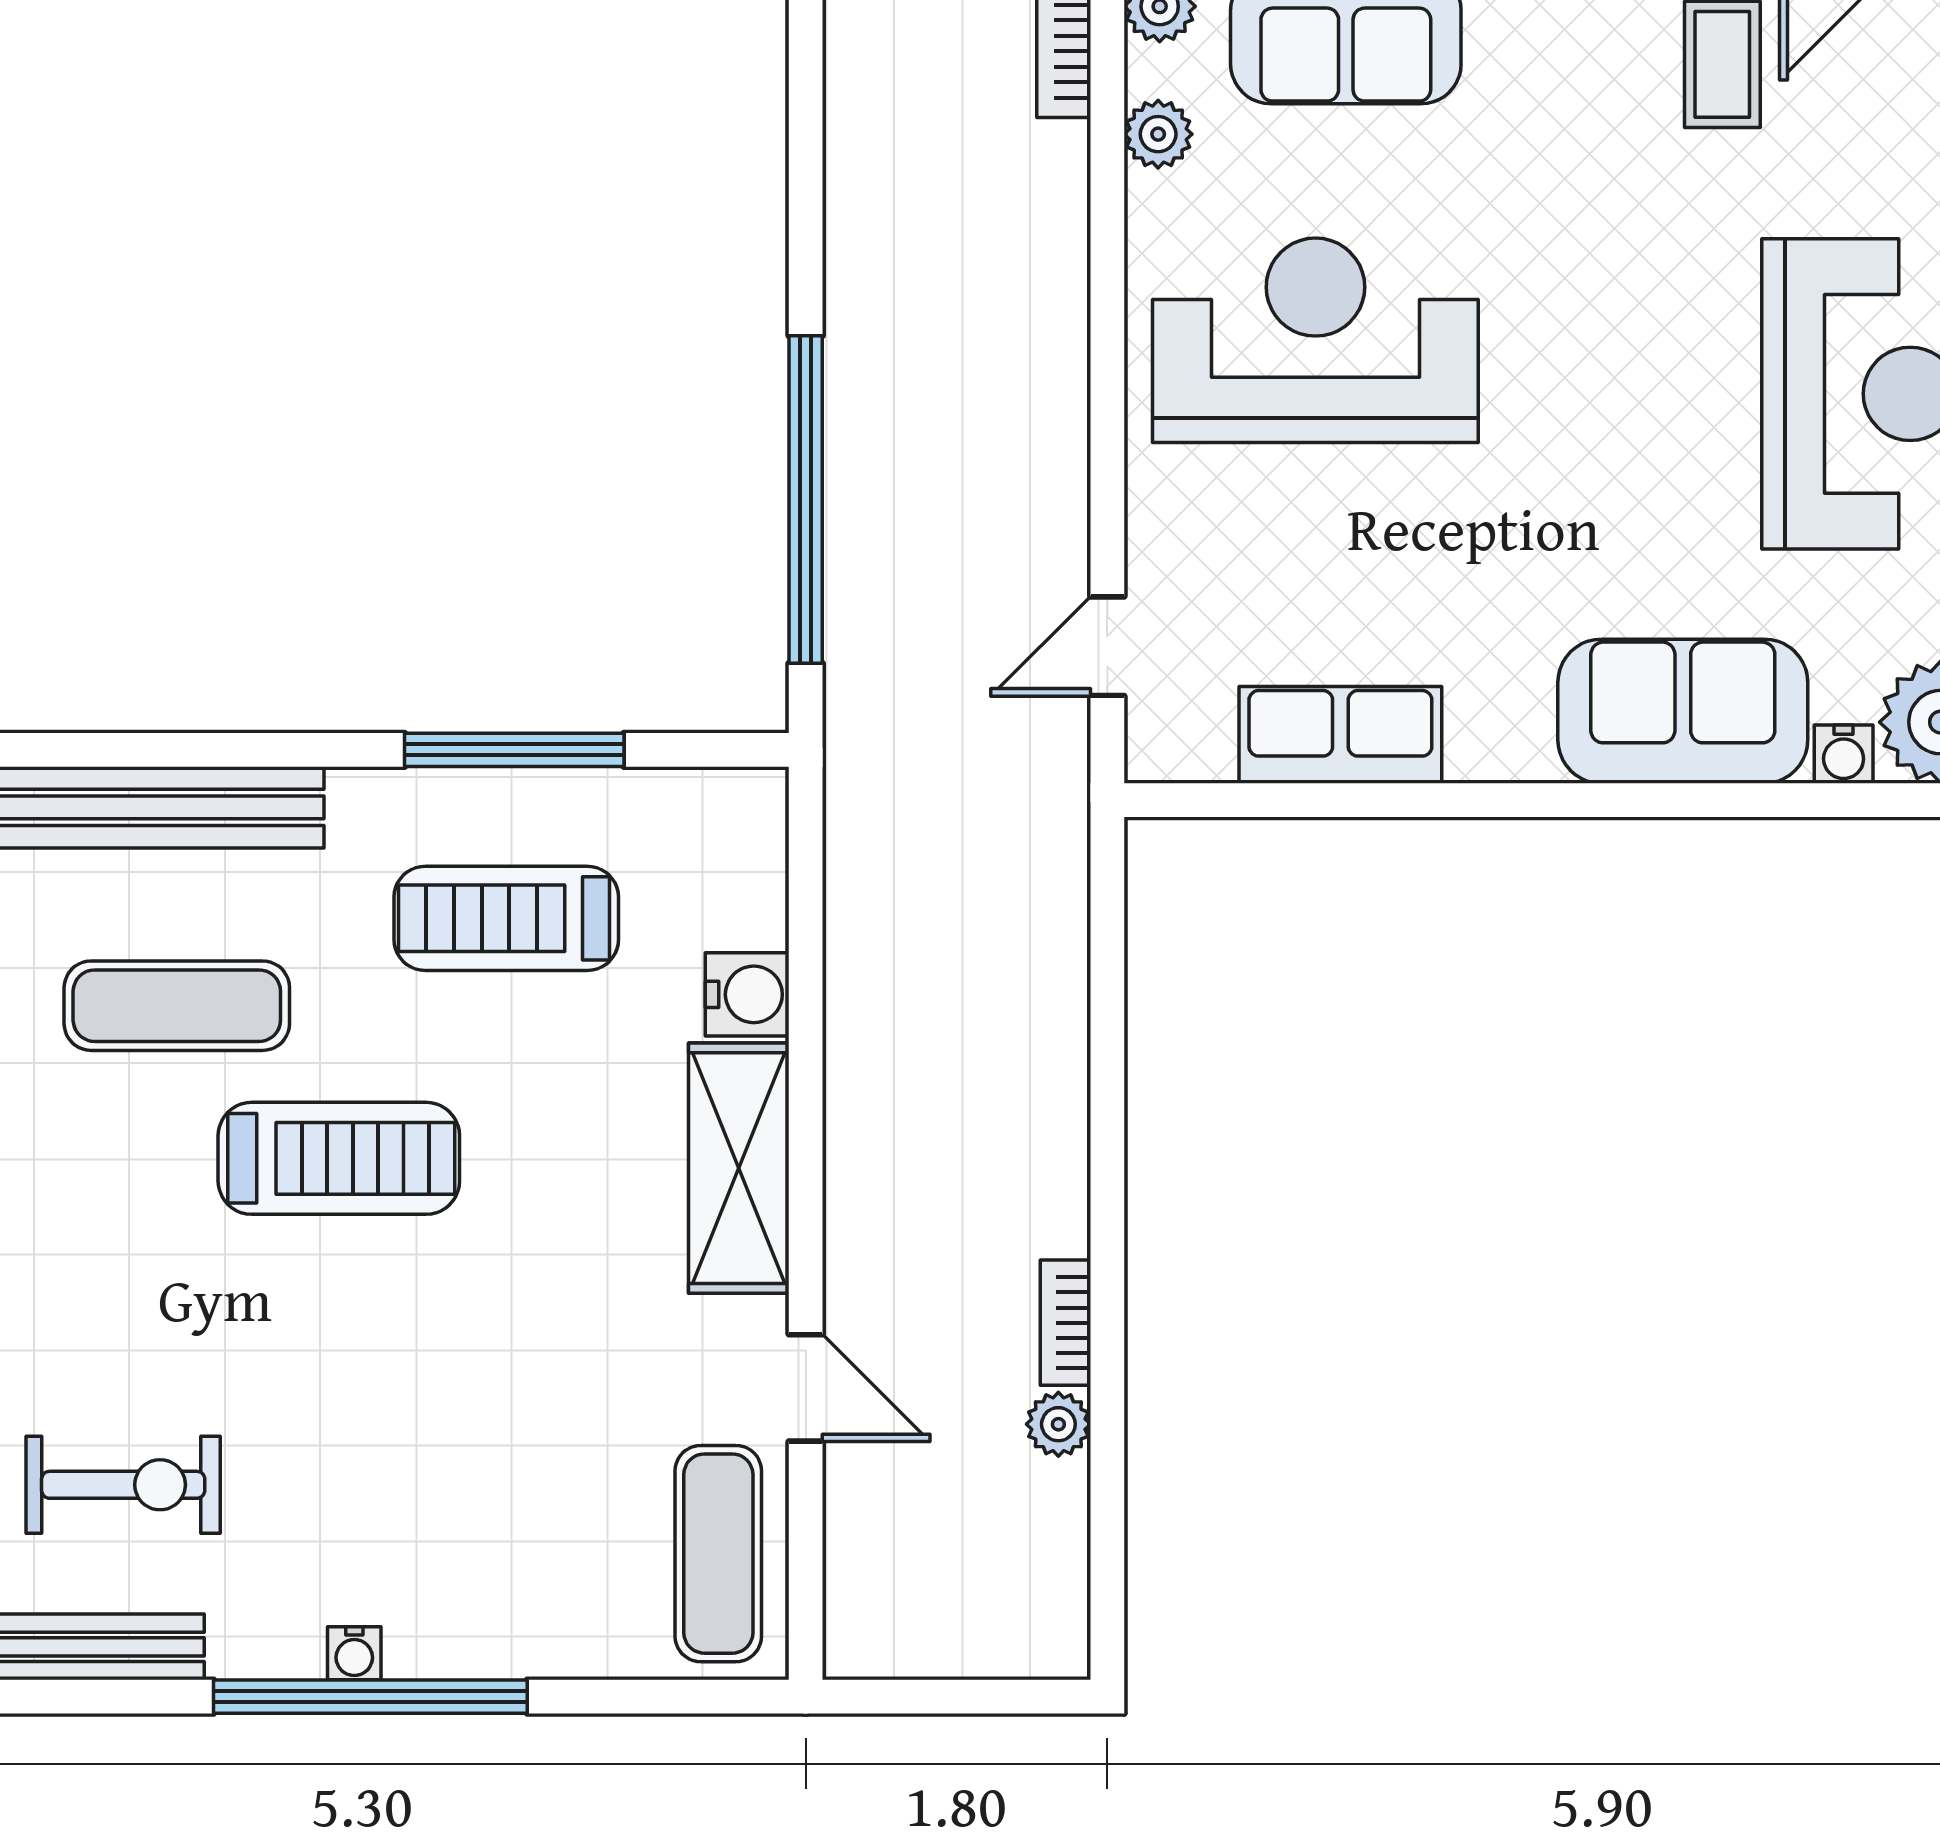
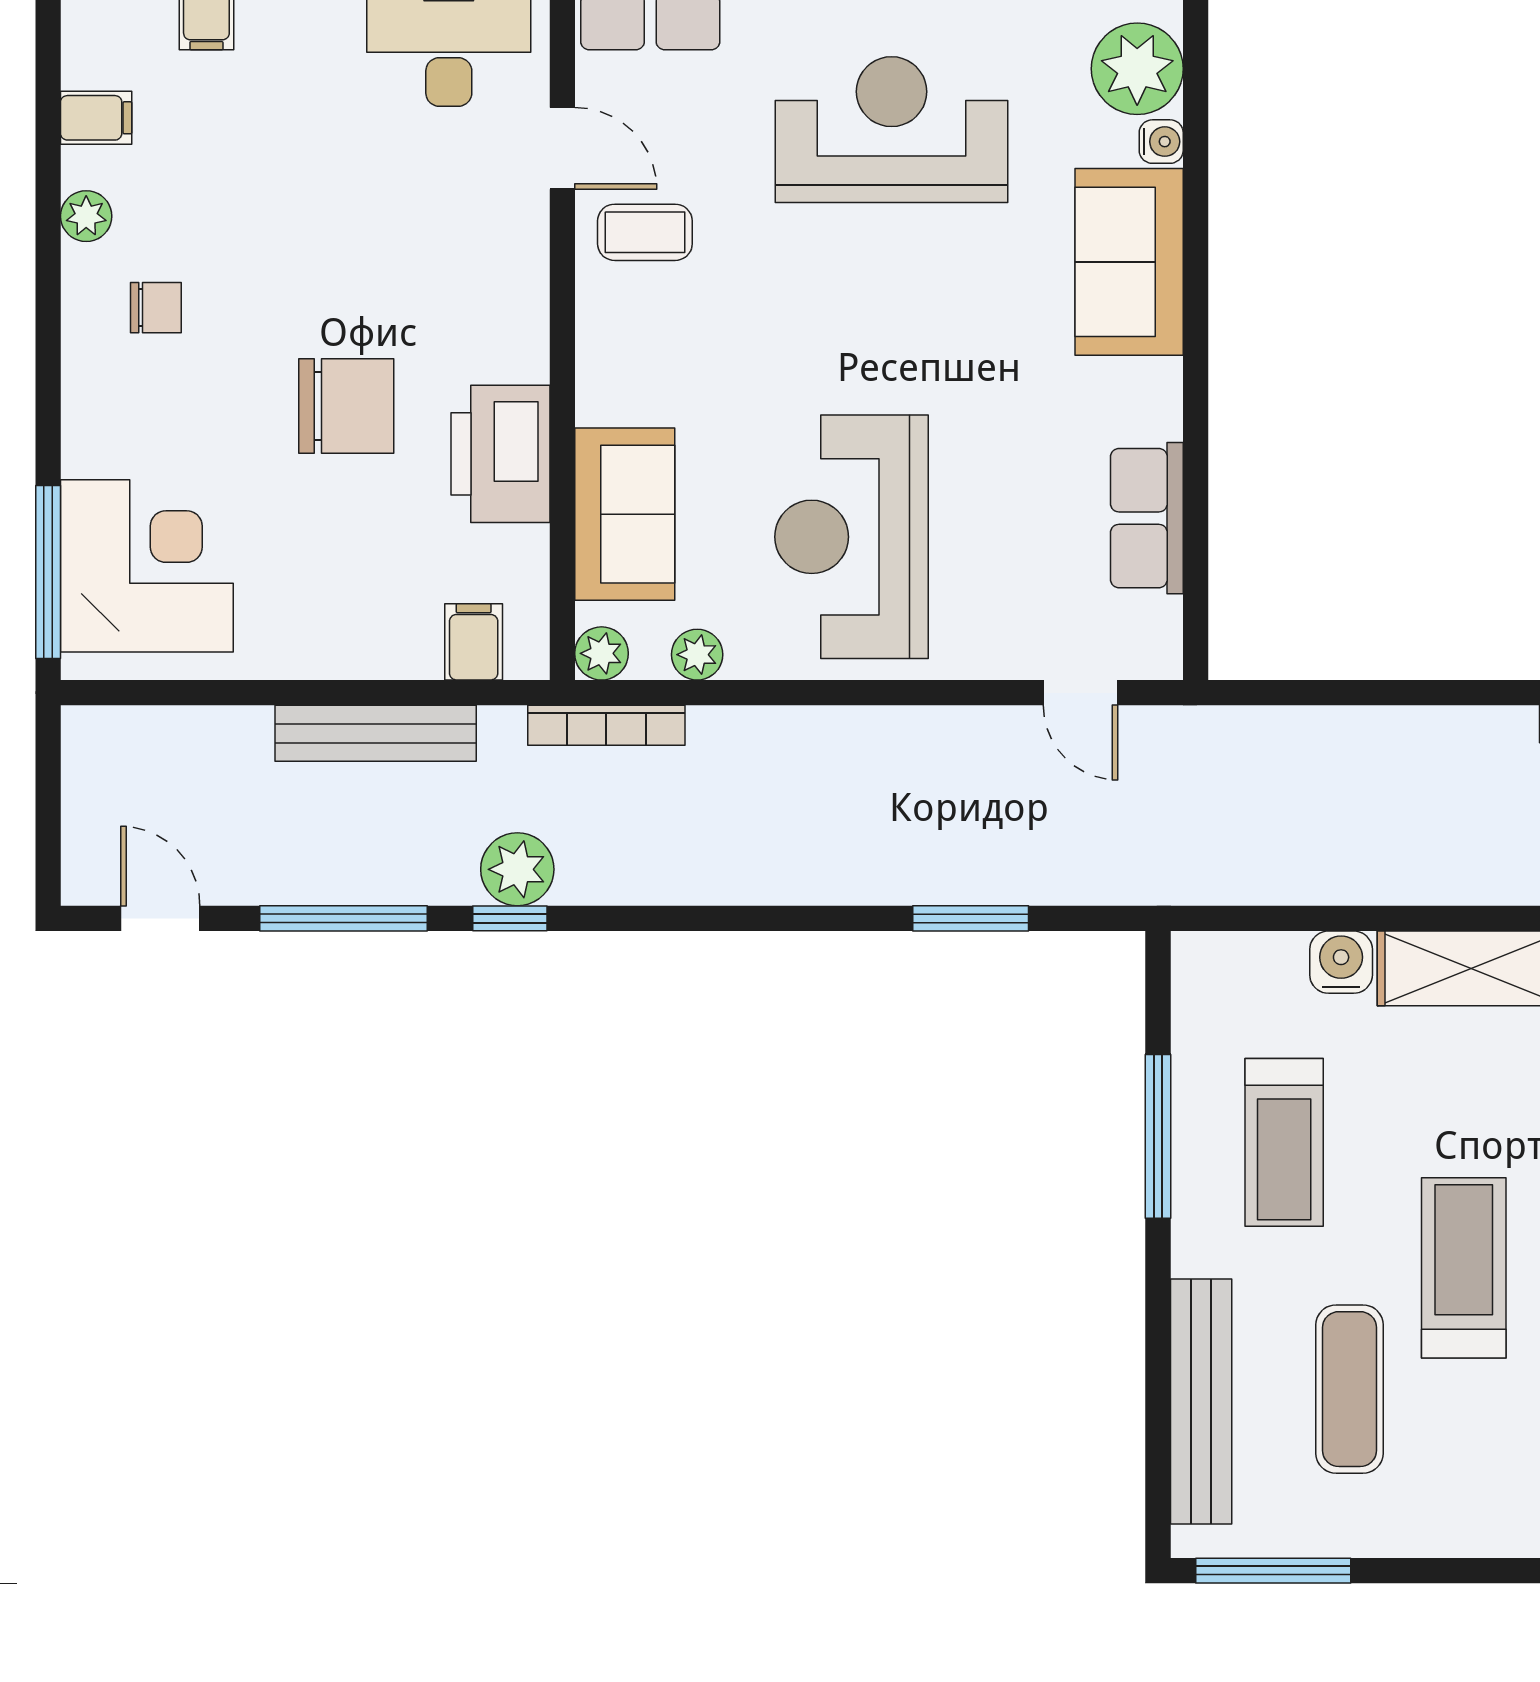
window: (806, 499) -> (971, 918), width x0.47

